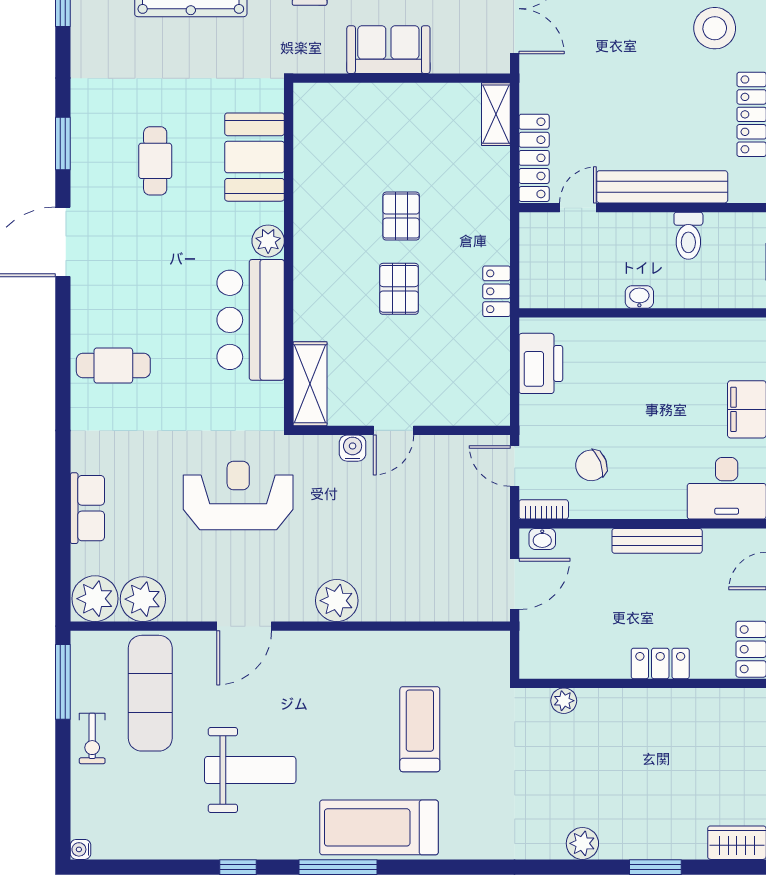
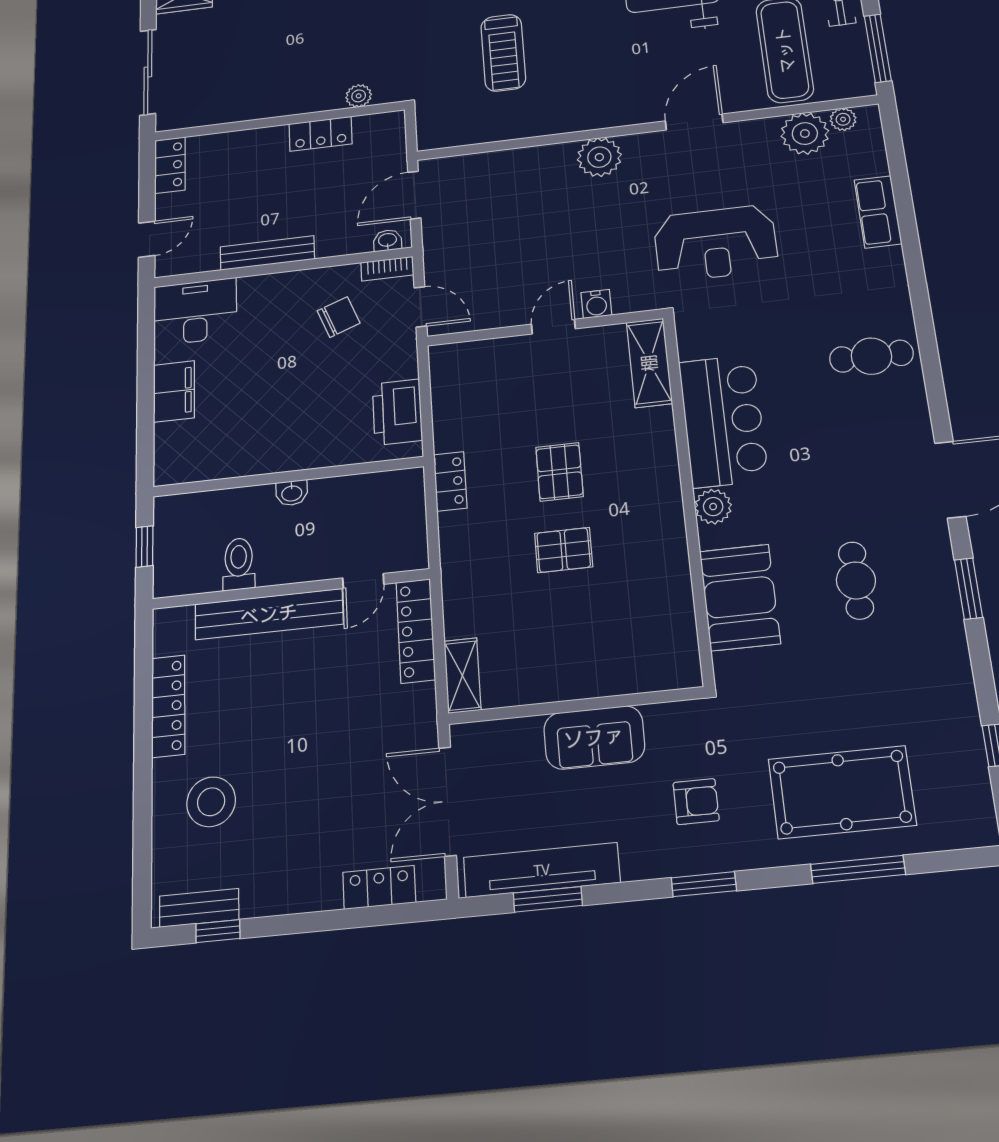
pallet: (401, 216) -> (564, 550), turned 90
plant: (95, 599) -> (843, 119), width x0.53, depth x0.53
locker: (660, 663) -> (321, 134), moved

